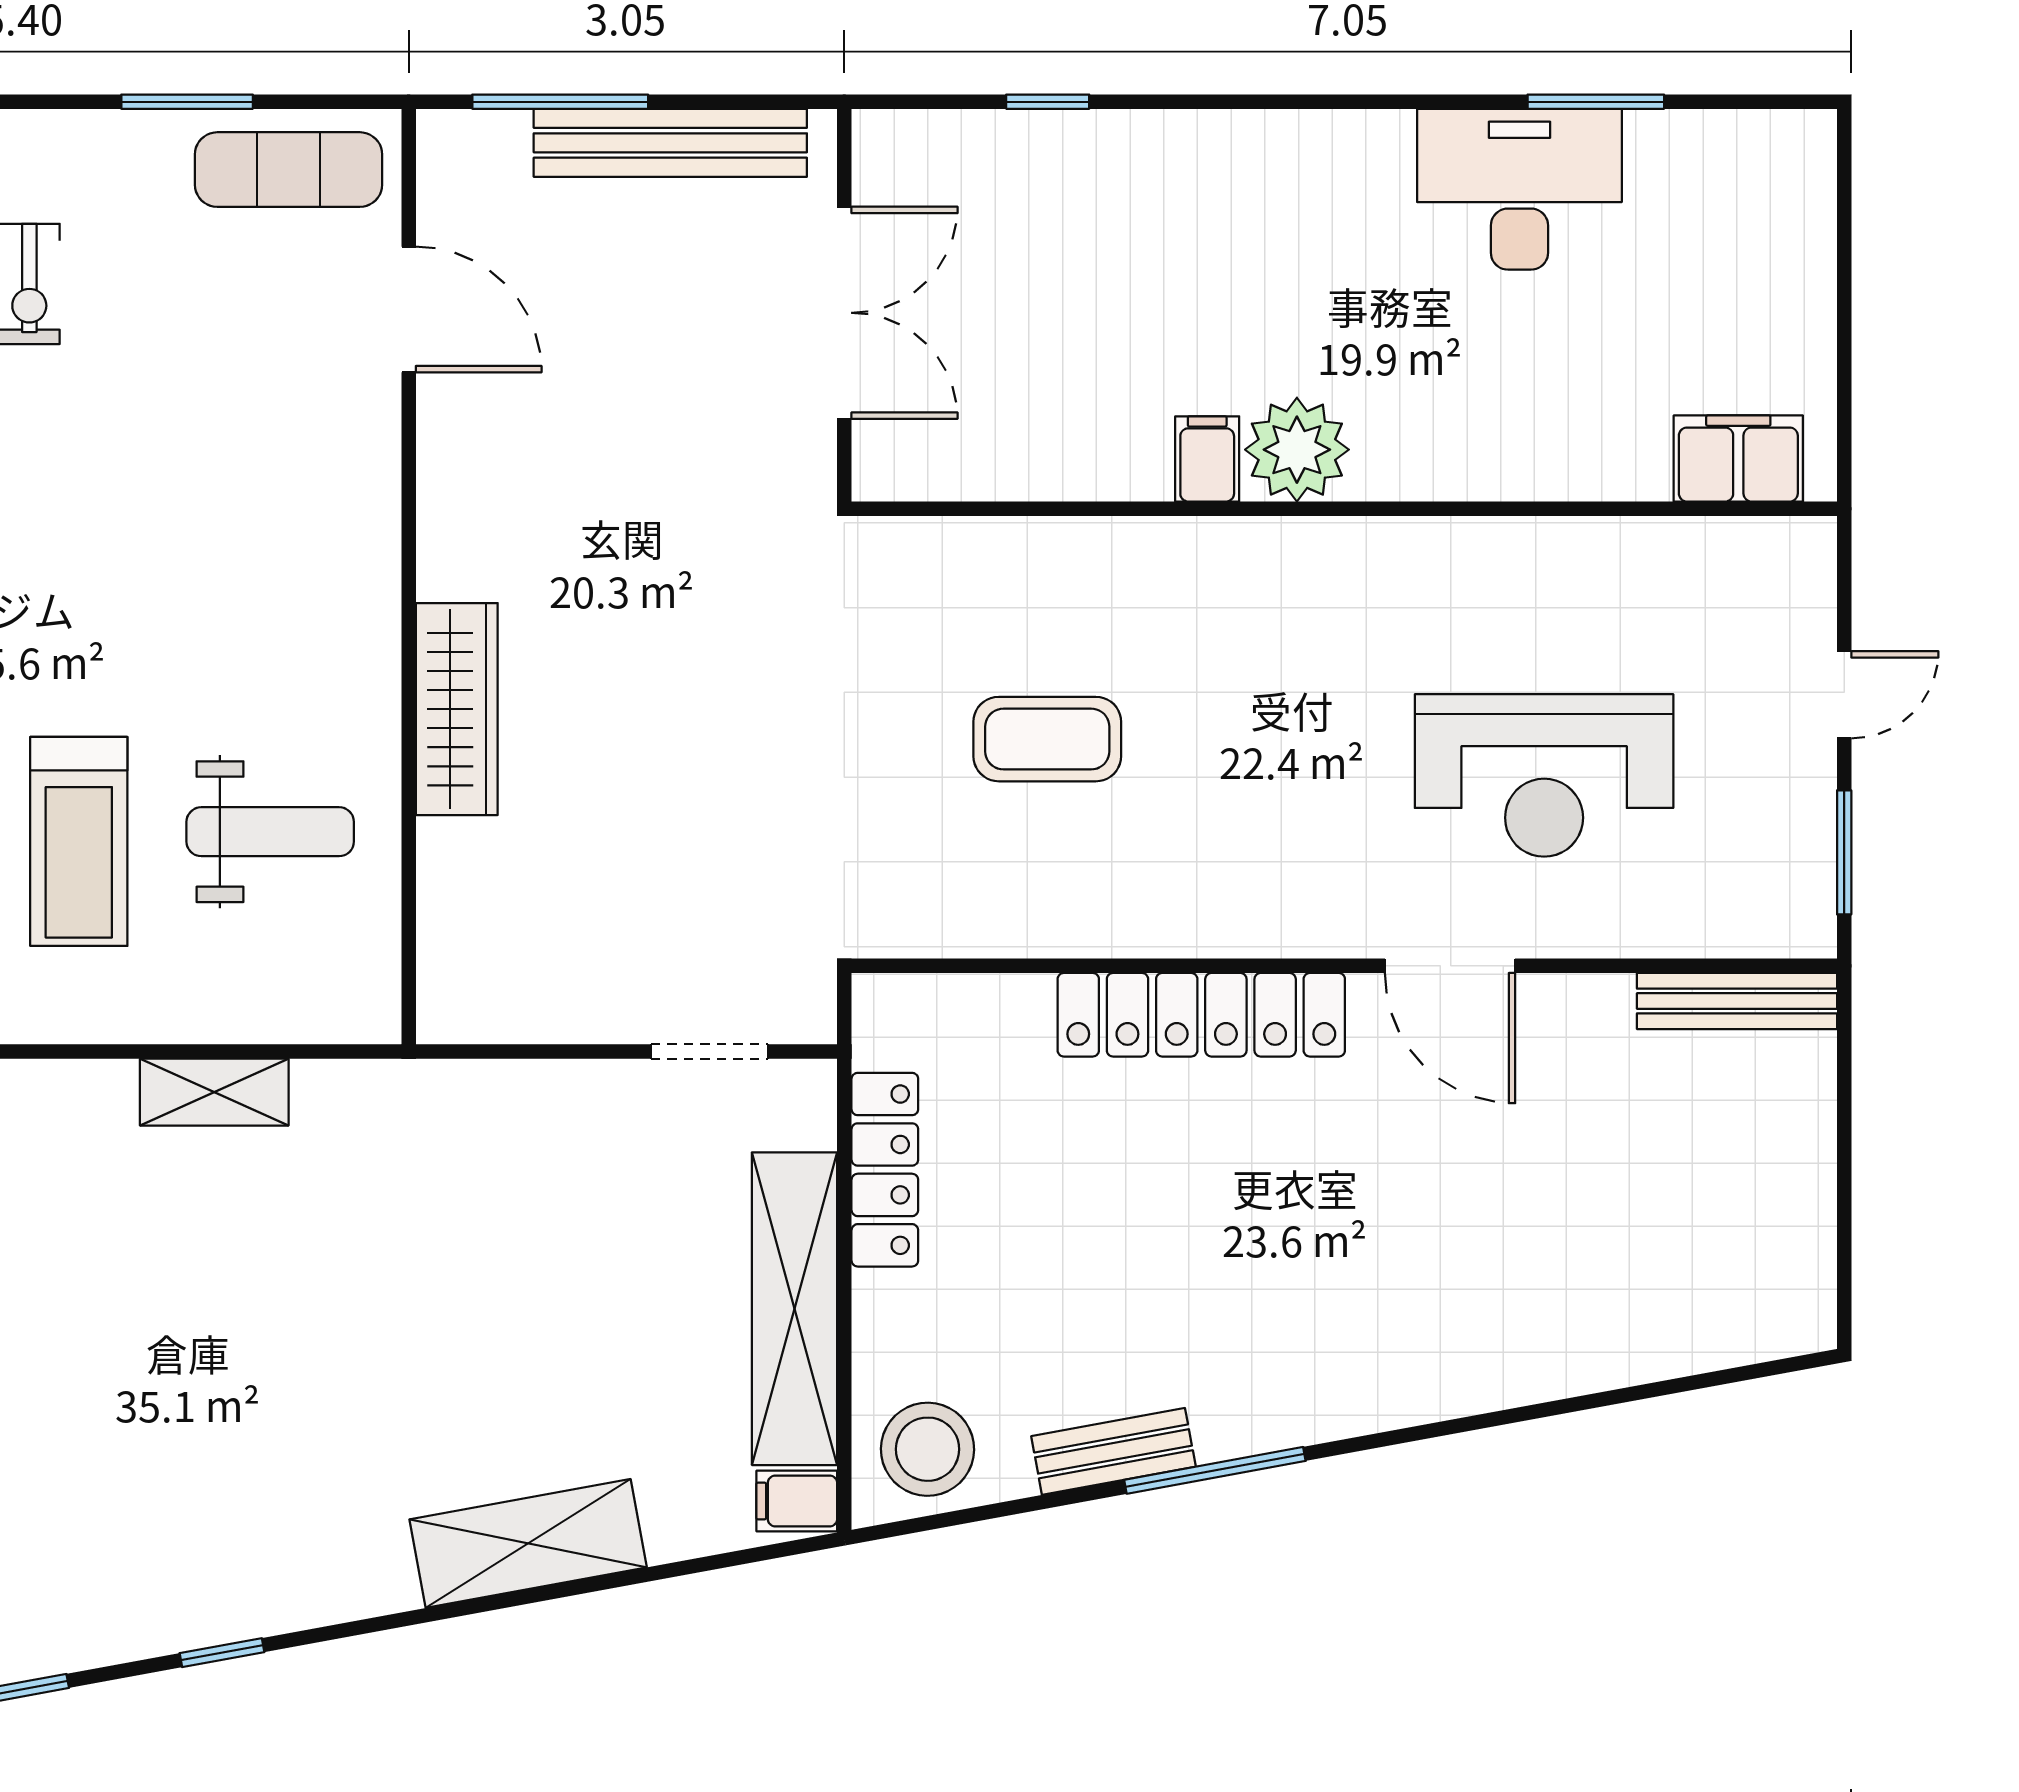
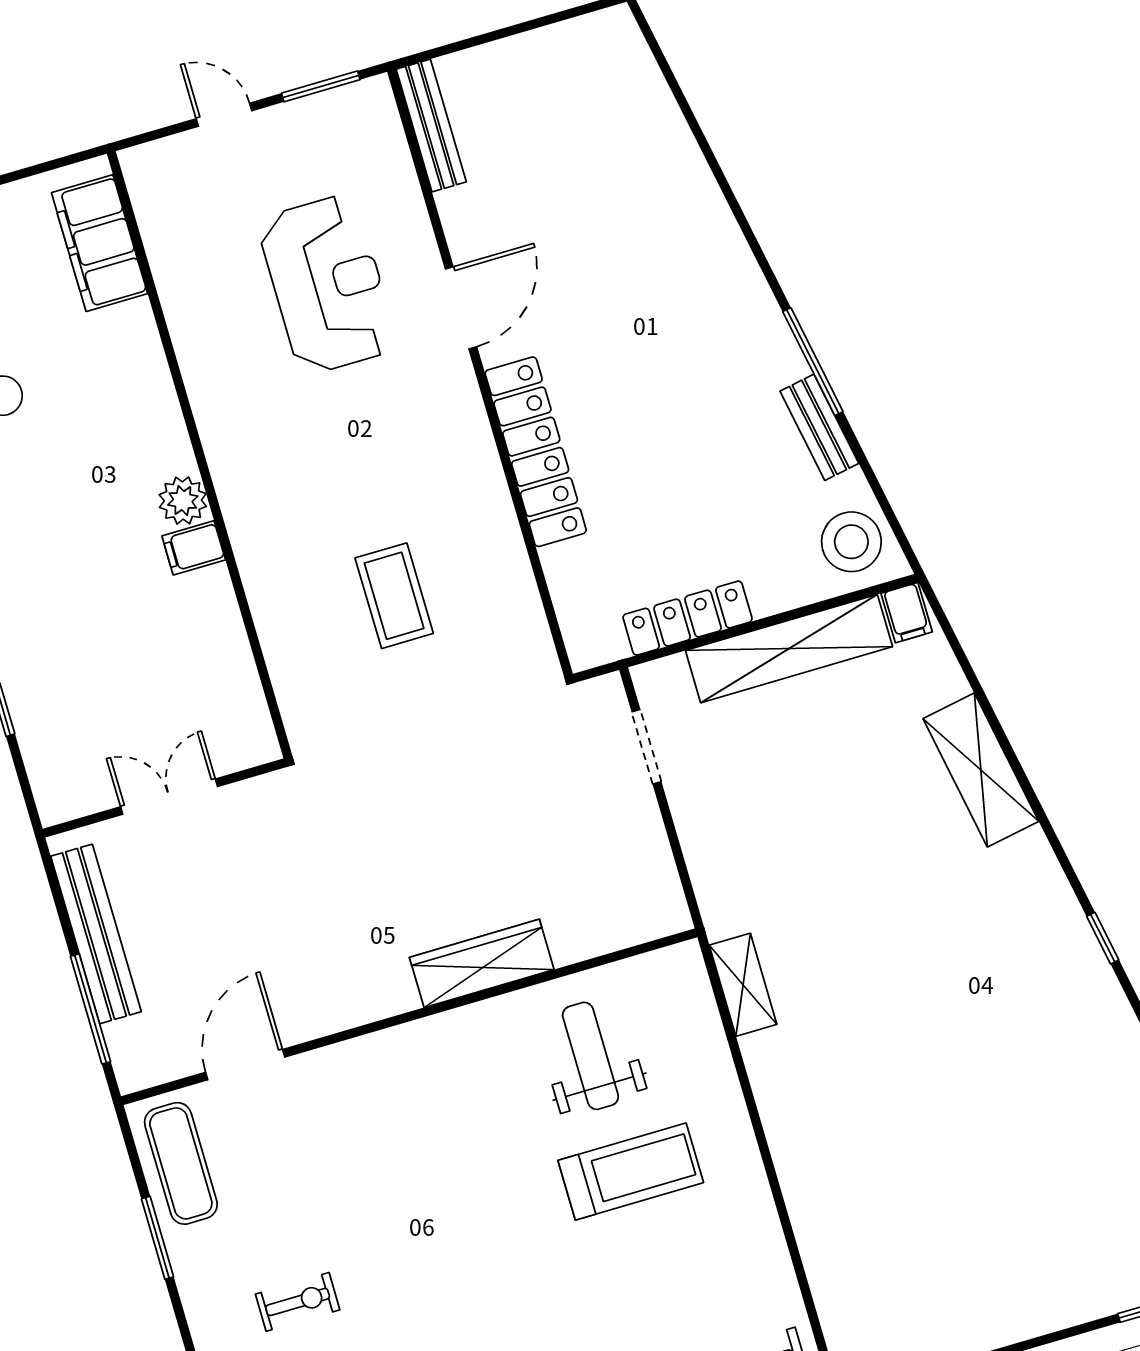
double door: (844, 313) -> (169, 797), width x0.73
plant: (1297, 450) -> (183, 500), width x0.73, depth x0.73
filing cabinet: (1738, 459) -> (99, 243), width x1.50, depth x1.17
shelving: (214, 1092) -> (743, 985), moved

